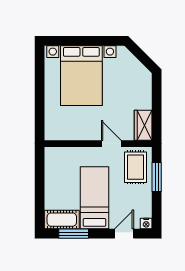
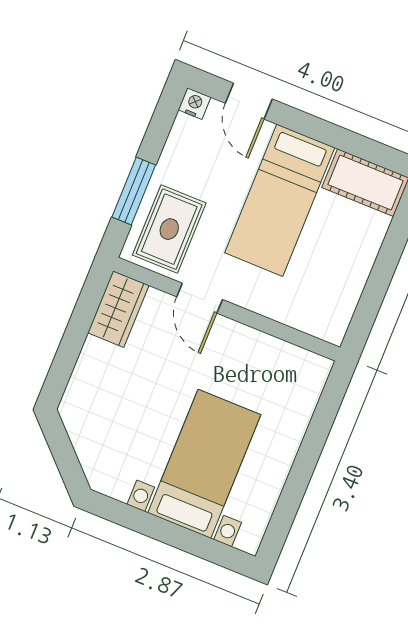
bed with nightstands: (81, 76) -> (204, 464), width x0.73
window: (74, 234) -> (353, 143), removed
door: (124, 234) -> (249, 101), hinge flipped

